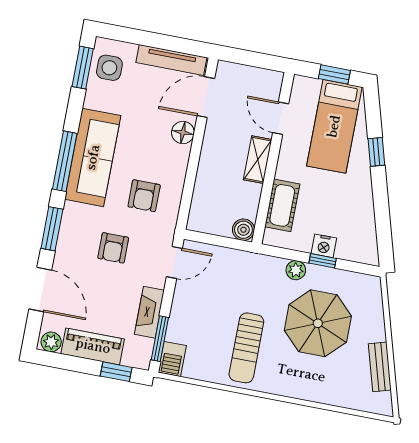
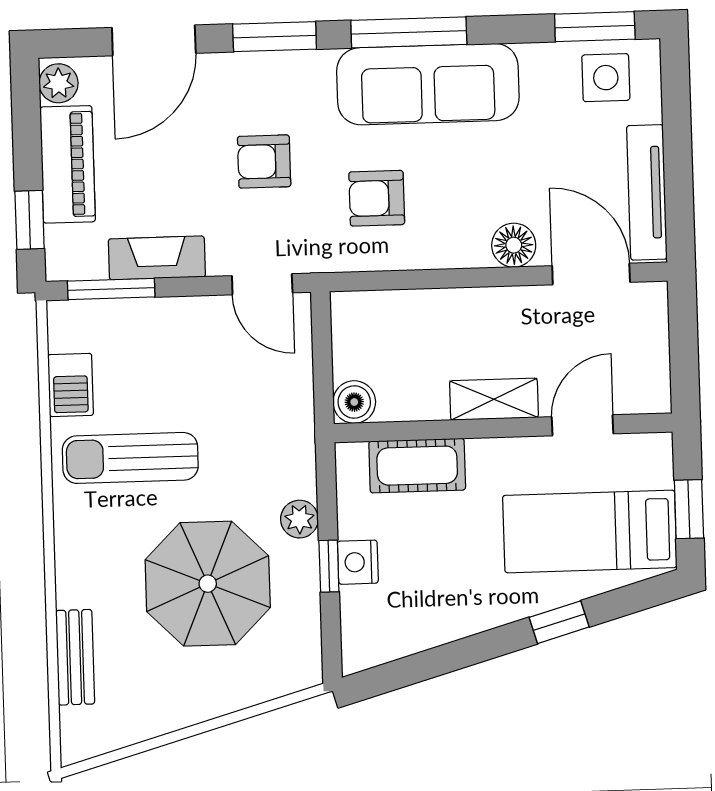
barbecue: (172, 359) -> (71, 385), moved, turned -90
bench: (380, 367) -> (75, 657), moved, turned -74

